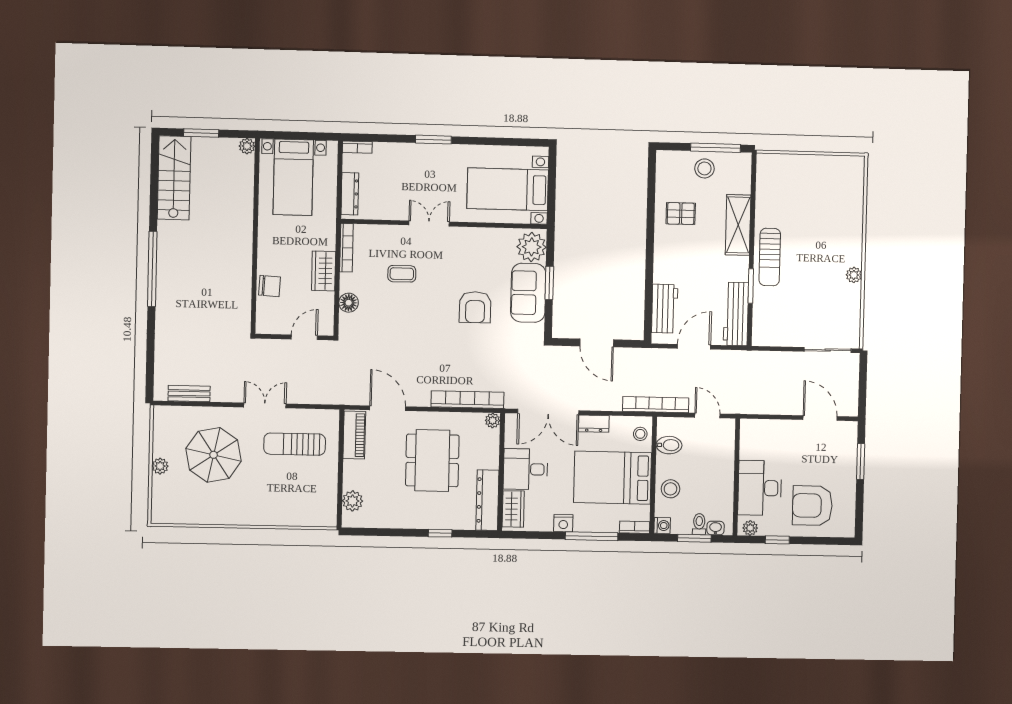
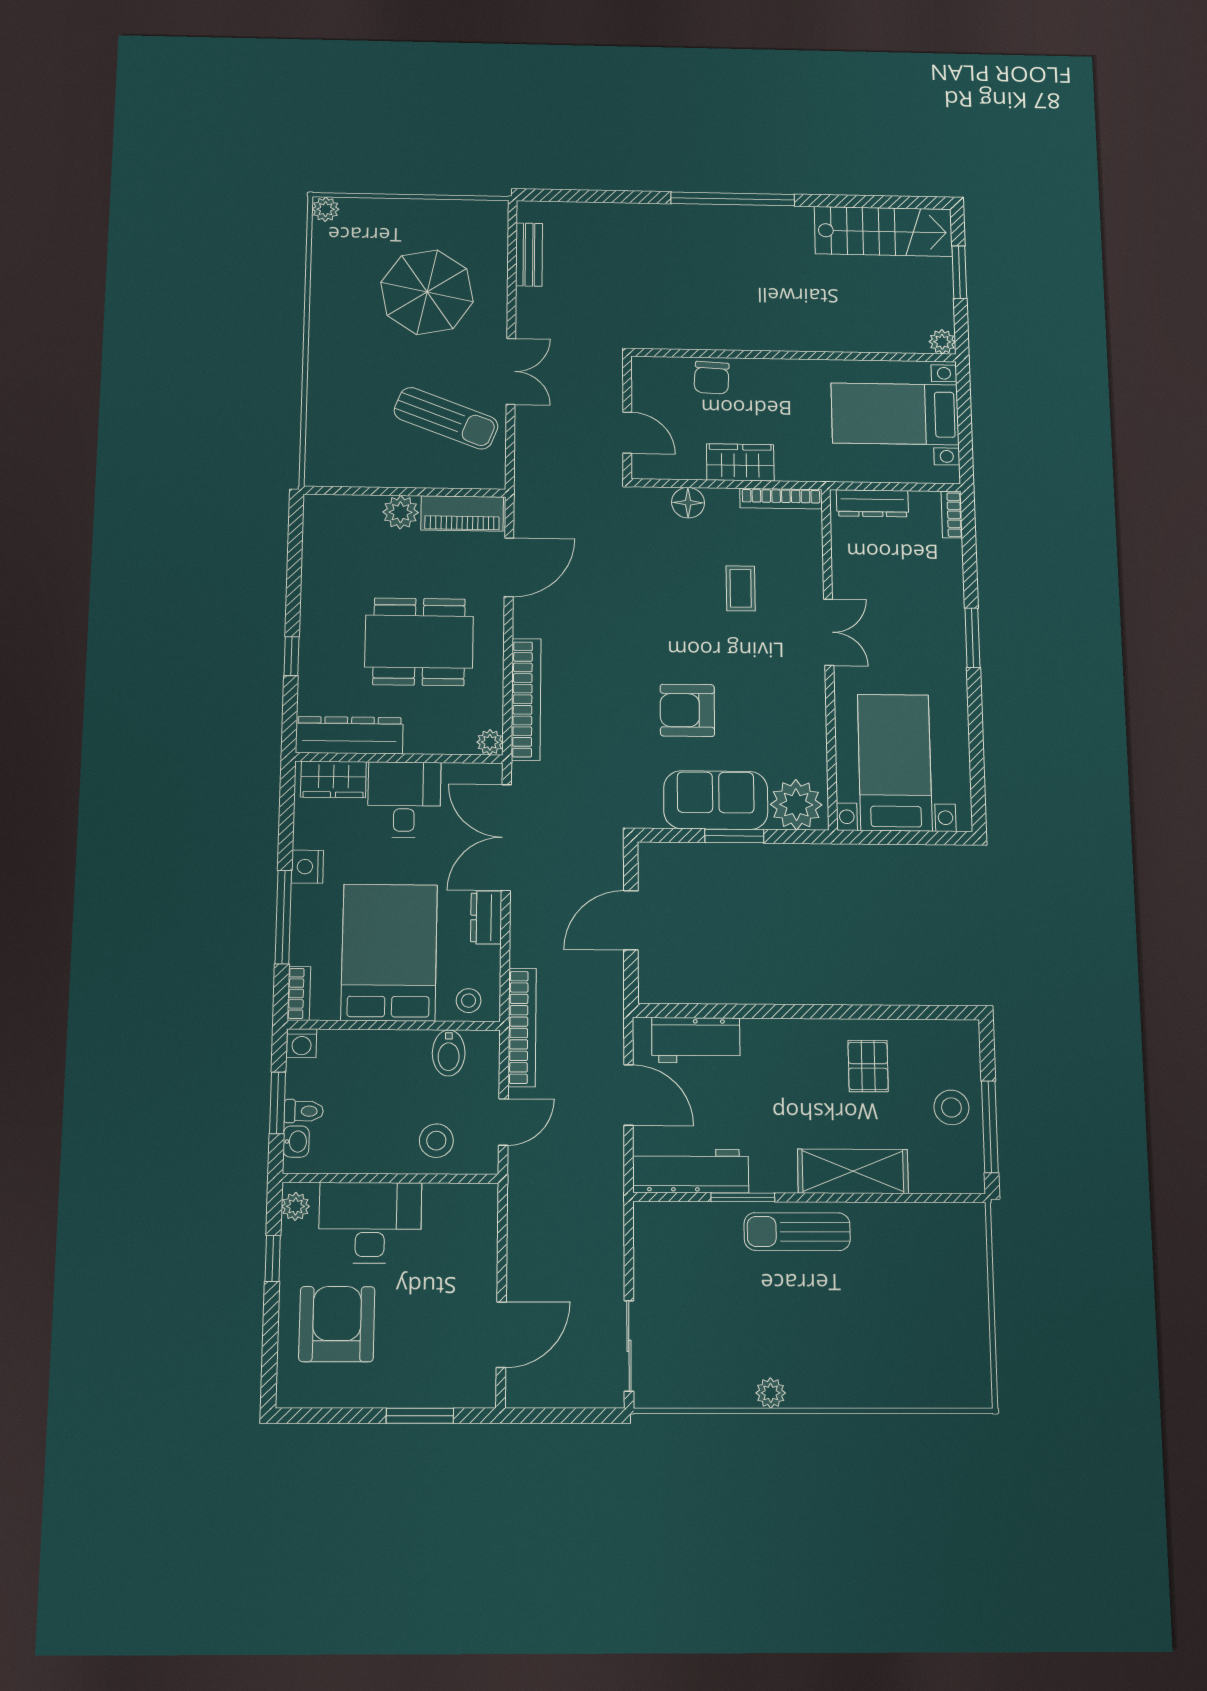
sun lounger: (295, 444) -> (446, 418), turned 111
plant: (160, 466) -> (326, 209), moved
stool: (670, 489) -> (436, 1141), moved
plant: (353, 501) -> (401, 512), moved

